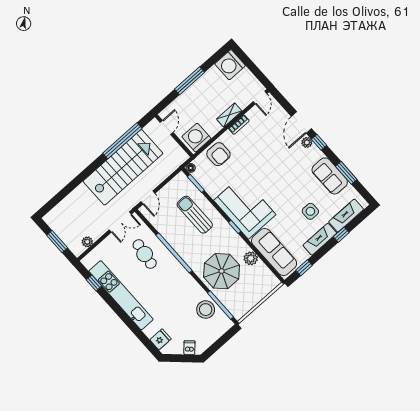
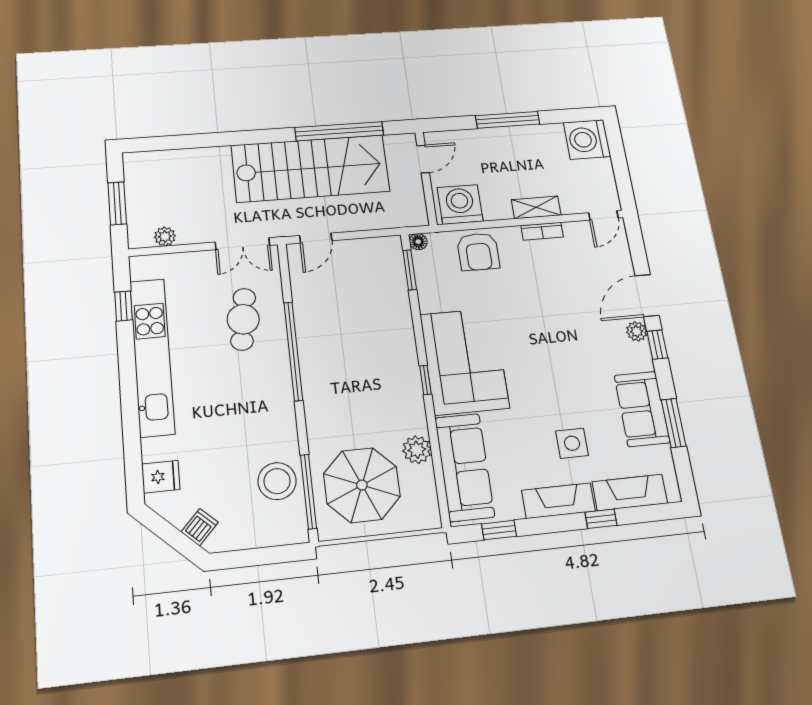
sun lounger: (195, 215) -> (373, 316), removed
parasol: (222, 271) -> (362, 485), moved

